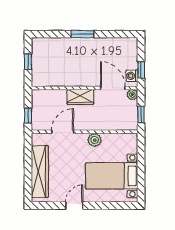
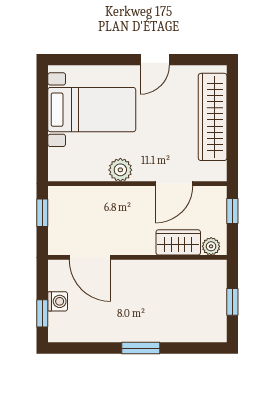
window: (141, 70) -> (42, 313), moved
washing machine: (132, 76) -> (58, 301), moved
plant: (132, 95) -> (211, 246), moved
wardrobe: (80, 97) -> (178, 242), moved

